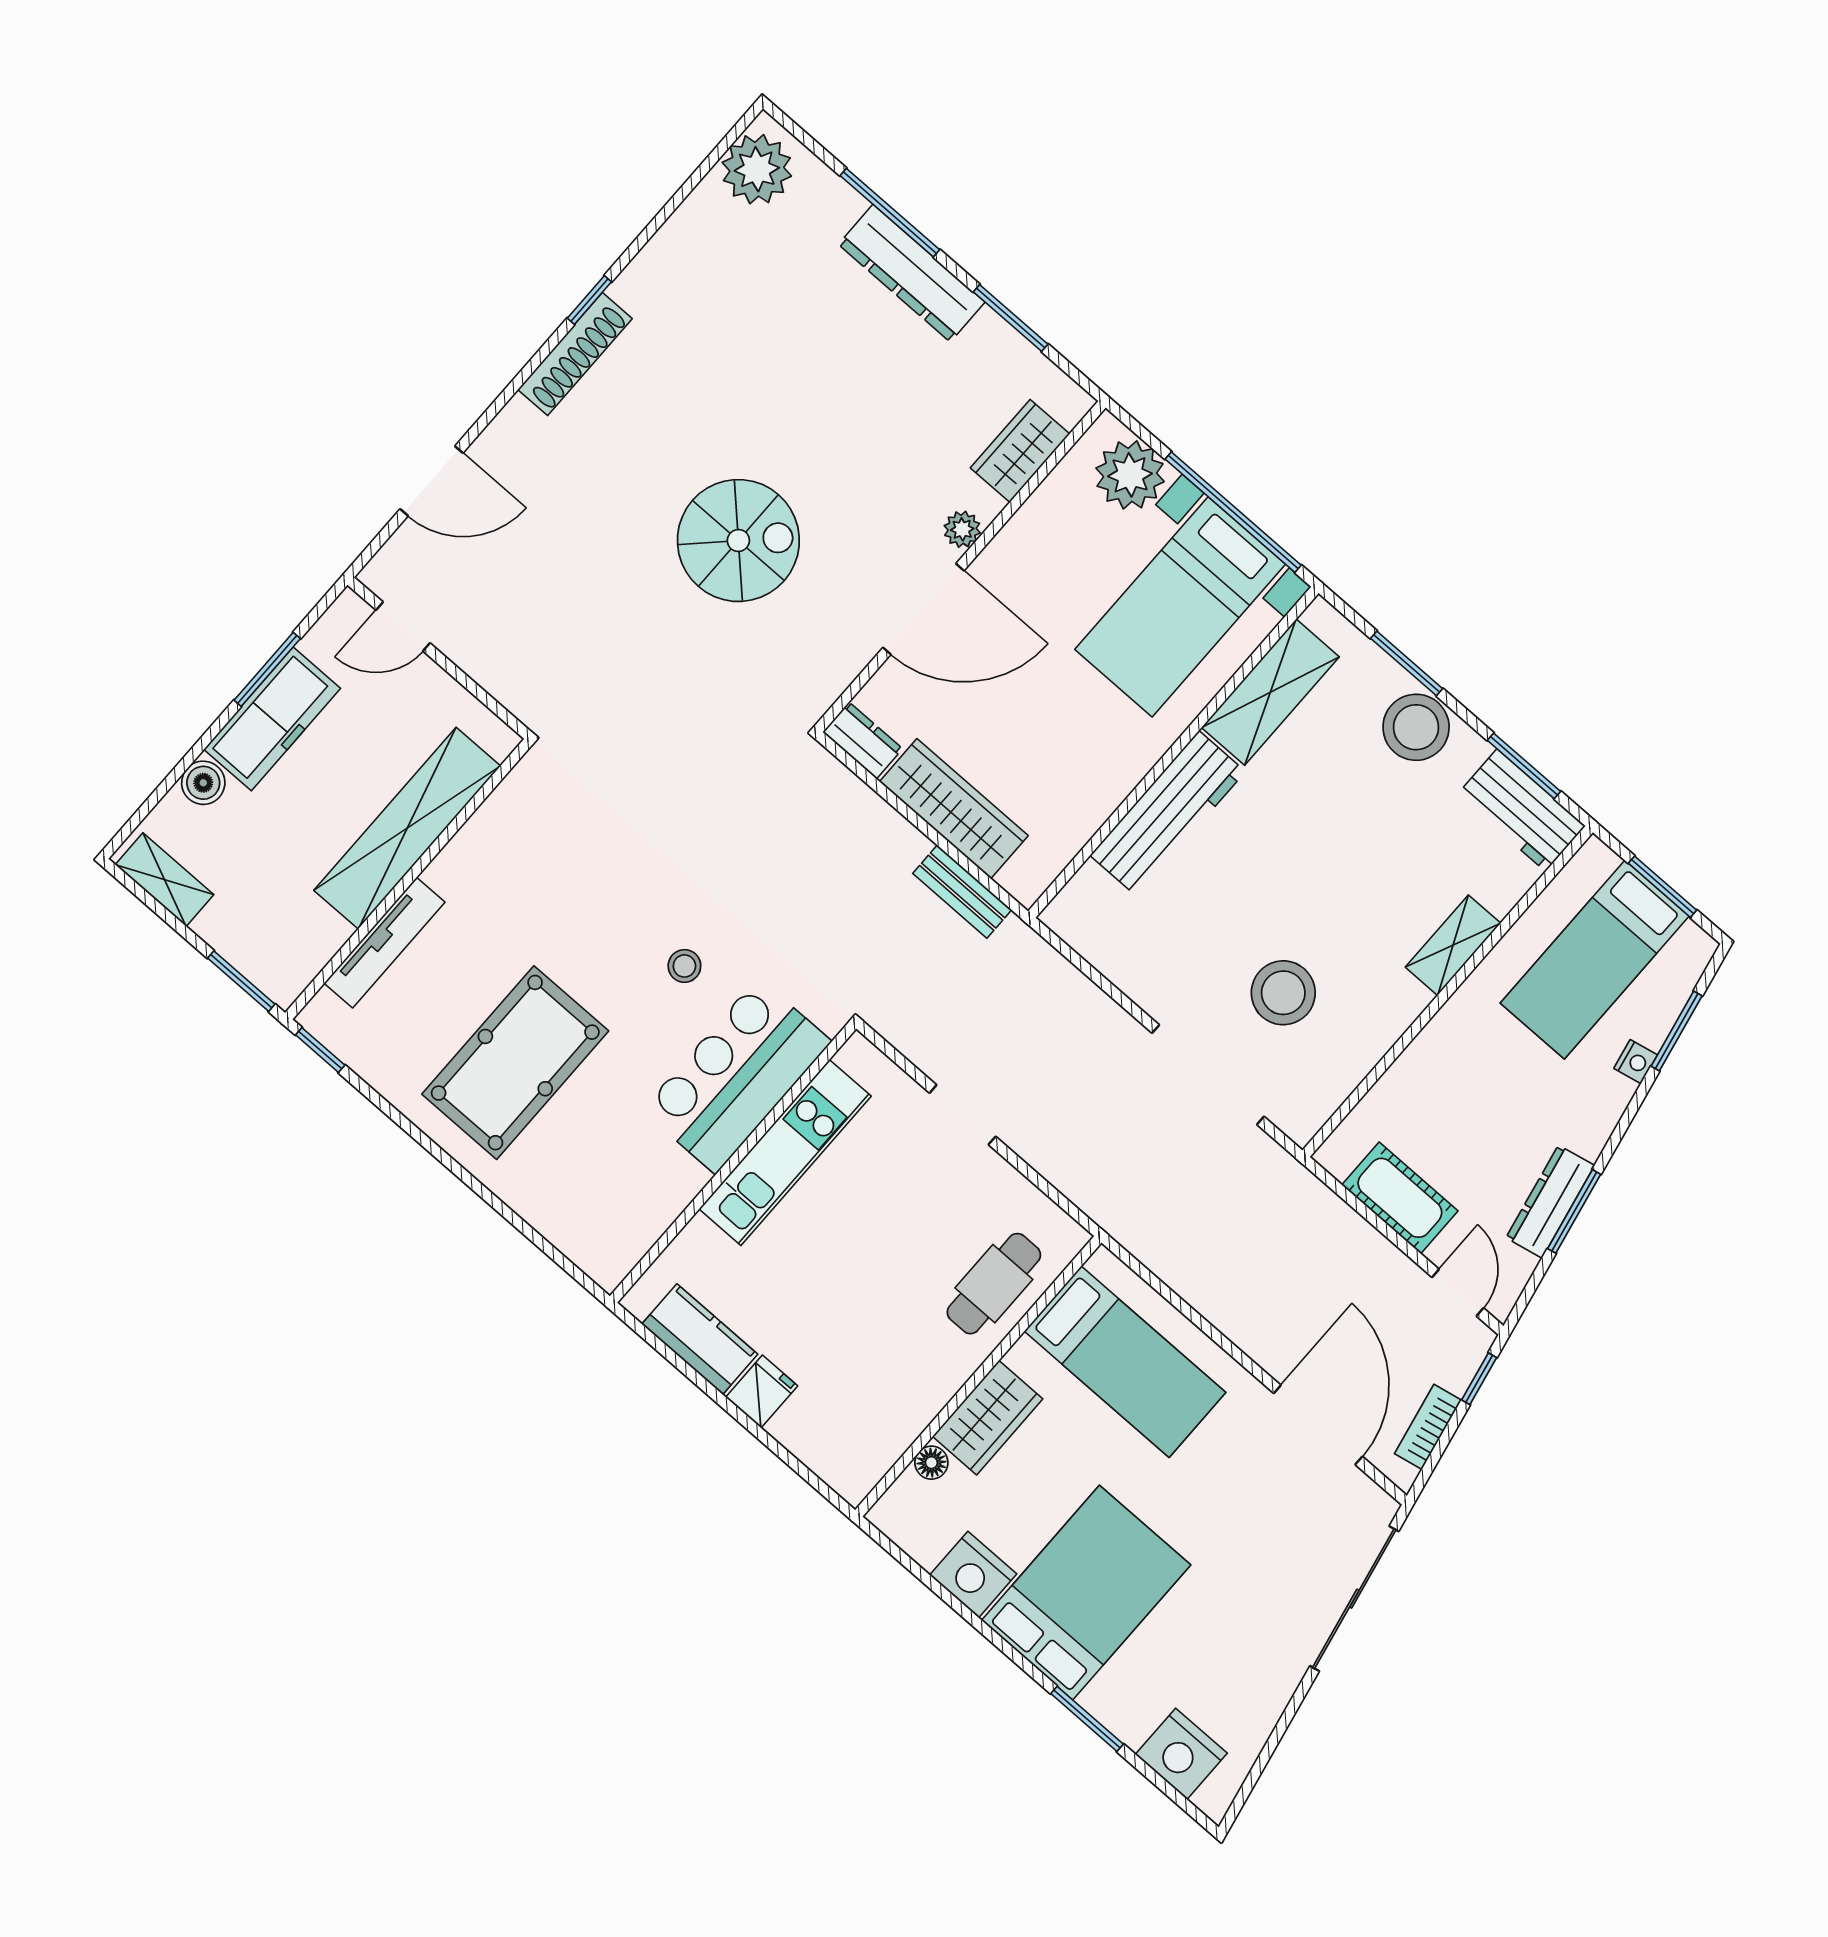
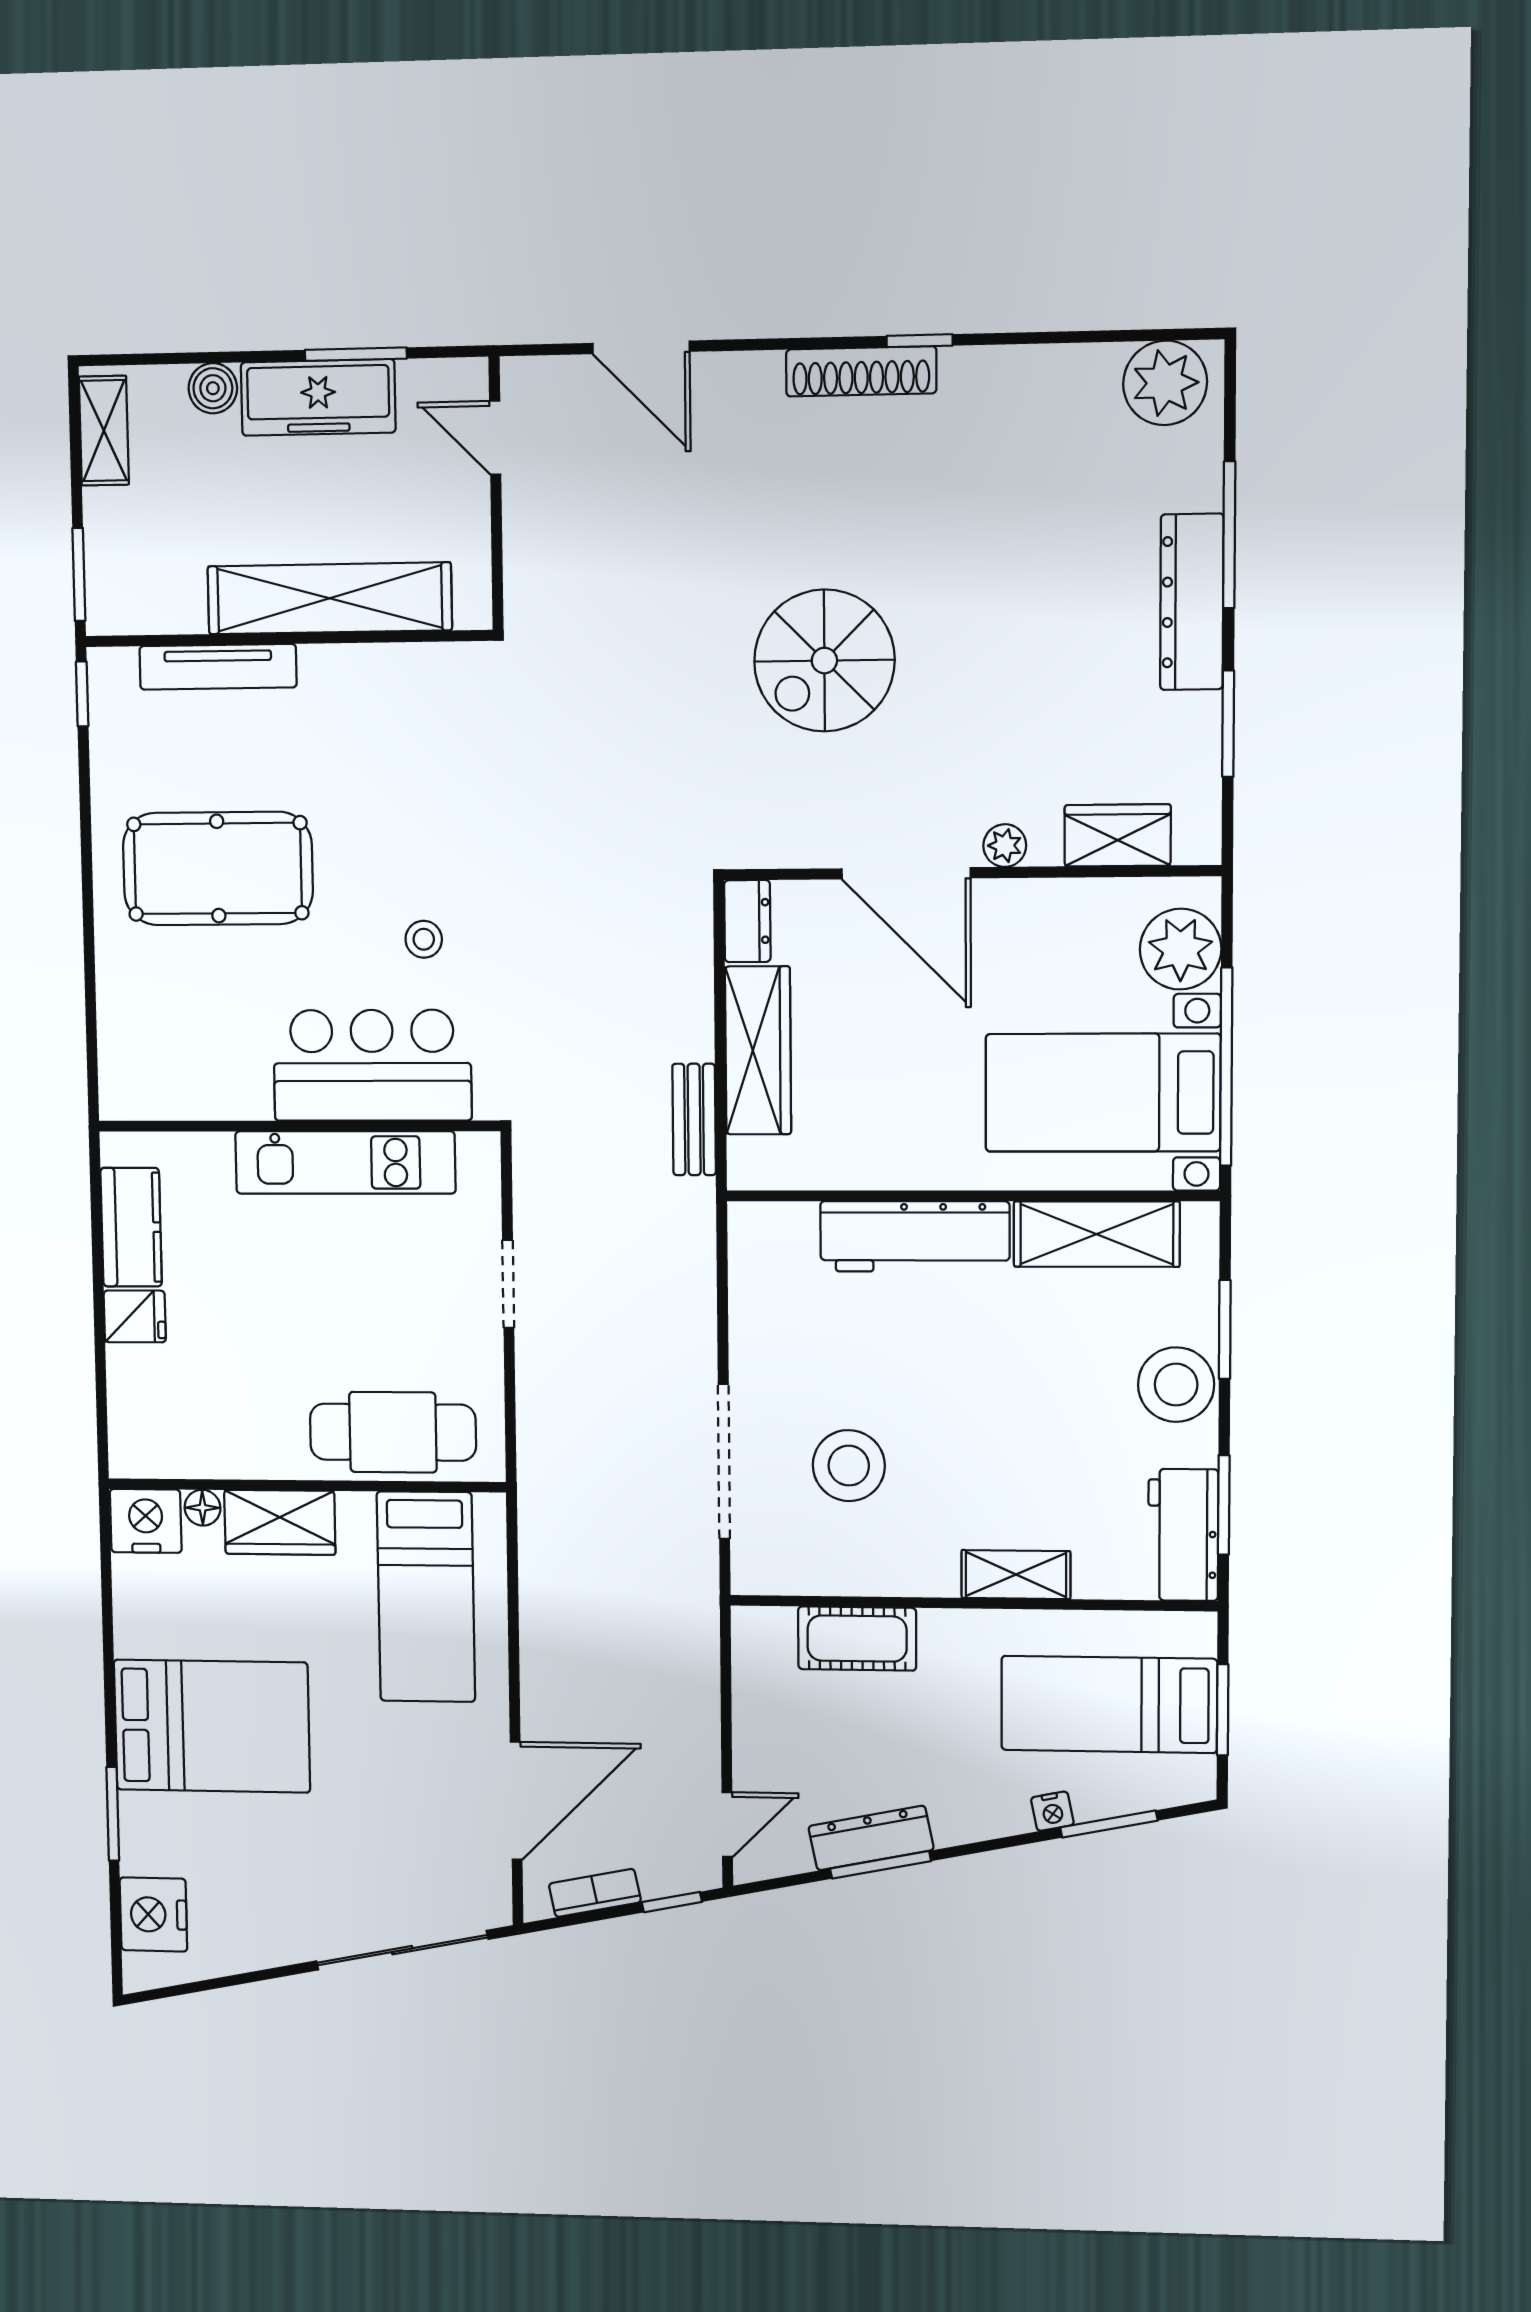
spiral stairs: (738, 541) -> (824, 661), turned 90
cot: (1400, 1198) -> (857, 1639), moved, turned 90
cafe table: (994, 1284) -> (393, 1432), width x1.37, depth x1.35
nightstand: (973, 1575) -> (146, 1521), moved, turned 90

